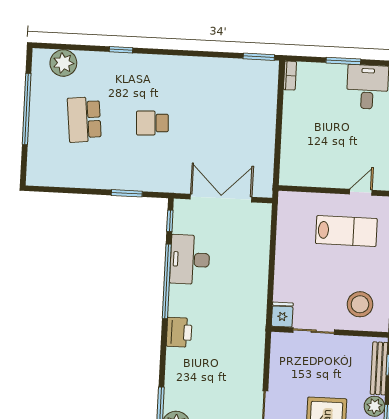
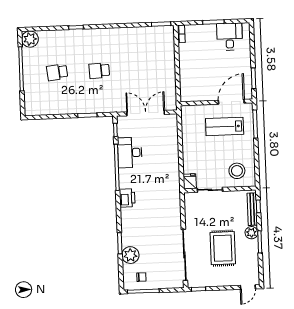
plant: (63, 63) -> (30, 39), moved
school desk: (84, 120) -> (57, 72), width x0.54
door: (361, 192) -> (231, 102), width x1.88
lab bench: (346, 231) -> (225, 126), turned 180

